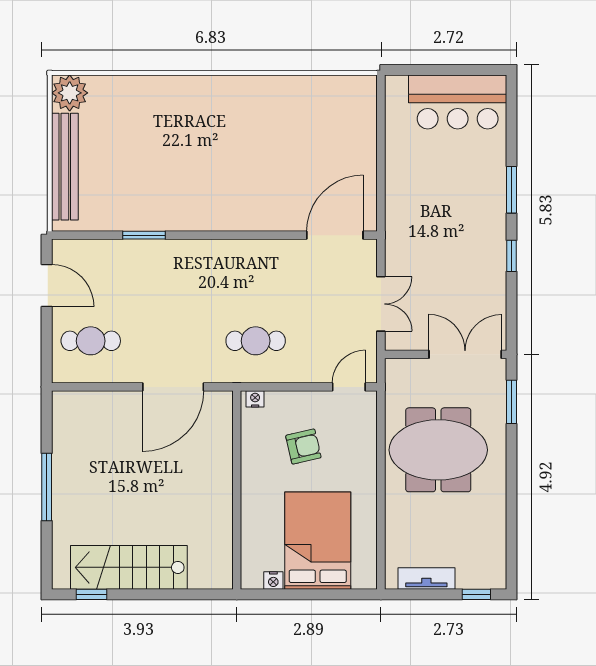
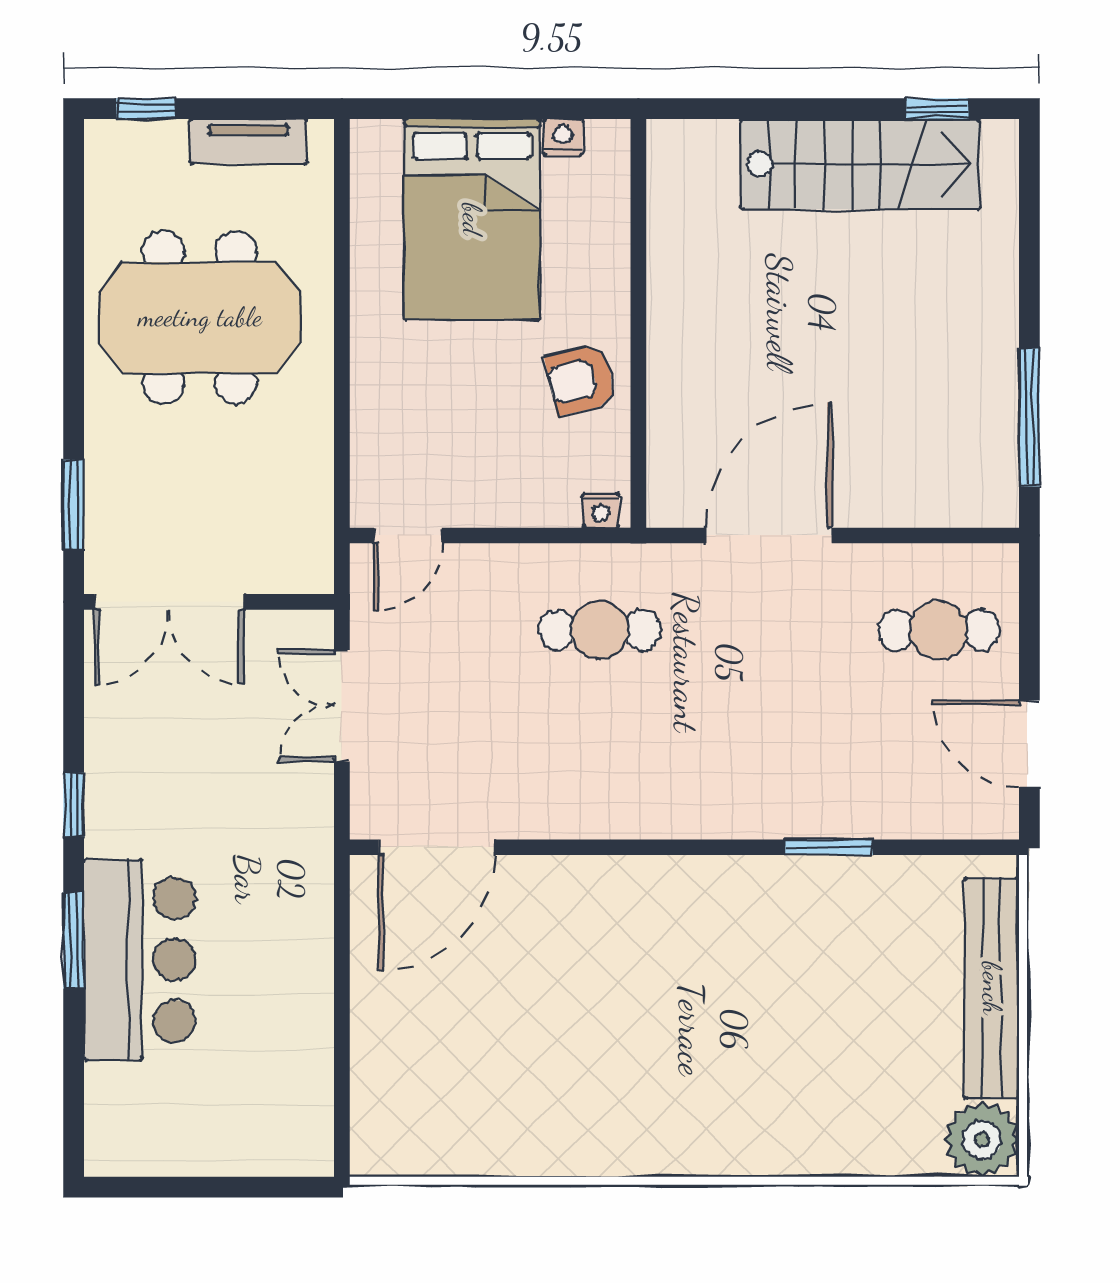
bar counter: (458, 102) -> (140, 960), moved, turned 90
armchair: (303, 447) -> (581, 380), moved
meeting table: (438, 450) -> (200, 317), moved
window: (47, 487) -> (1029, 417), moved

